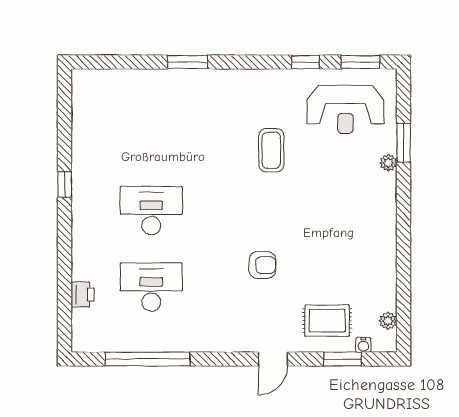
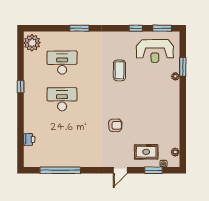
plant: (89, 93) -> (32, 43), added
desk: (151, 287) -> (62, 63), moved

